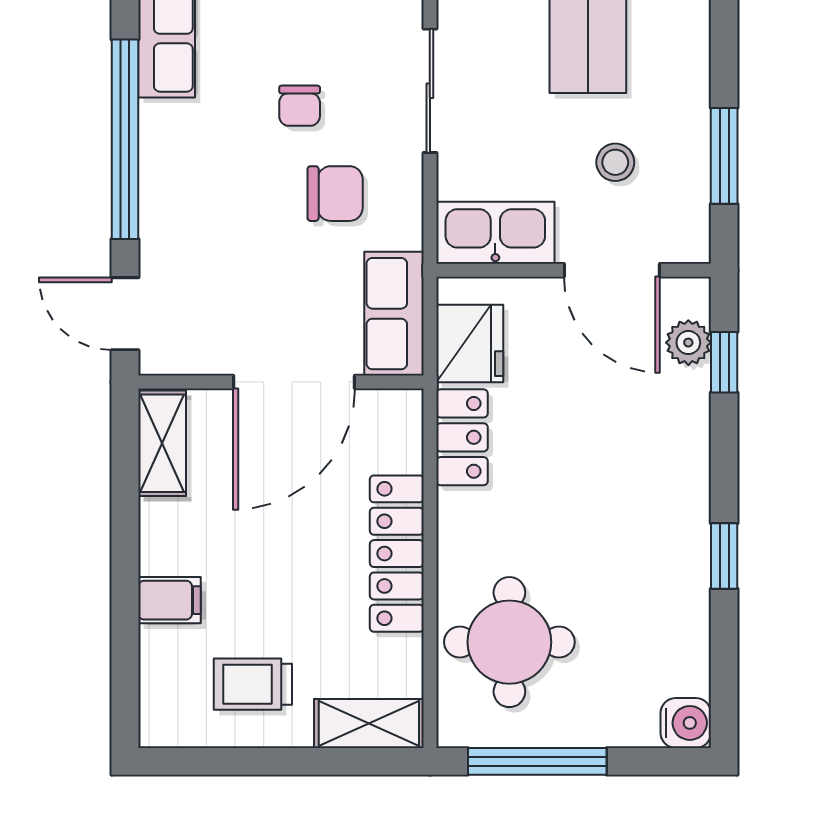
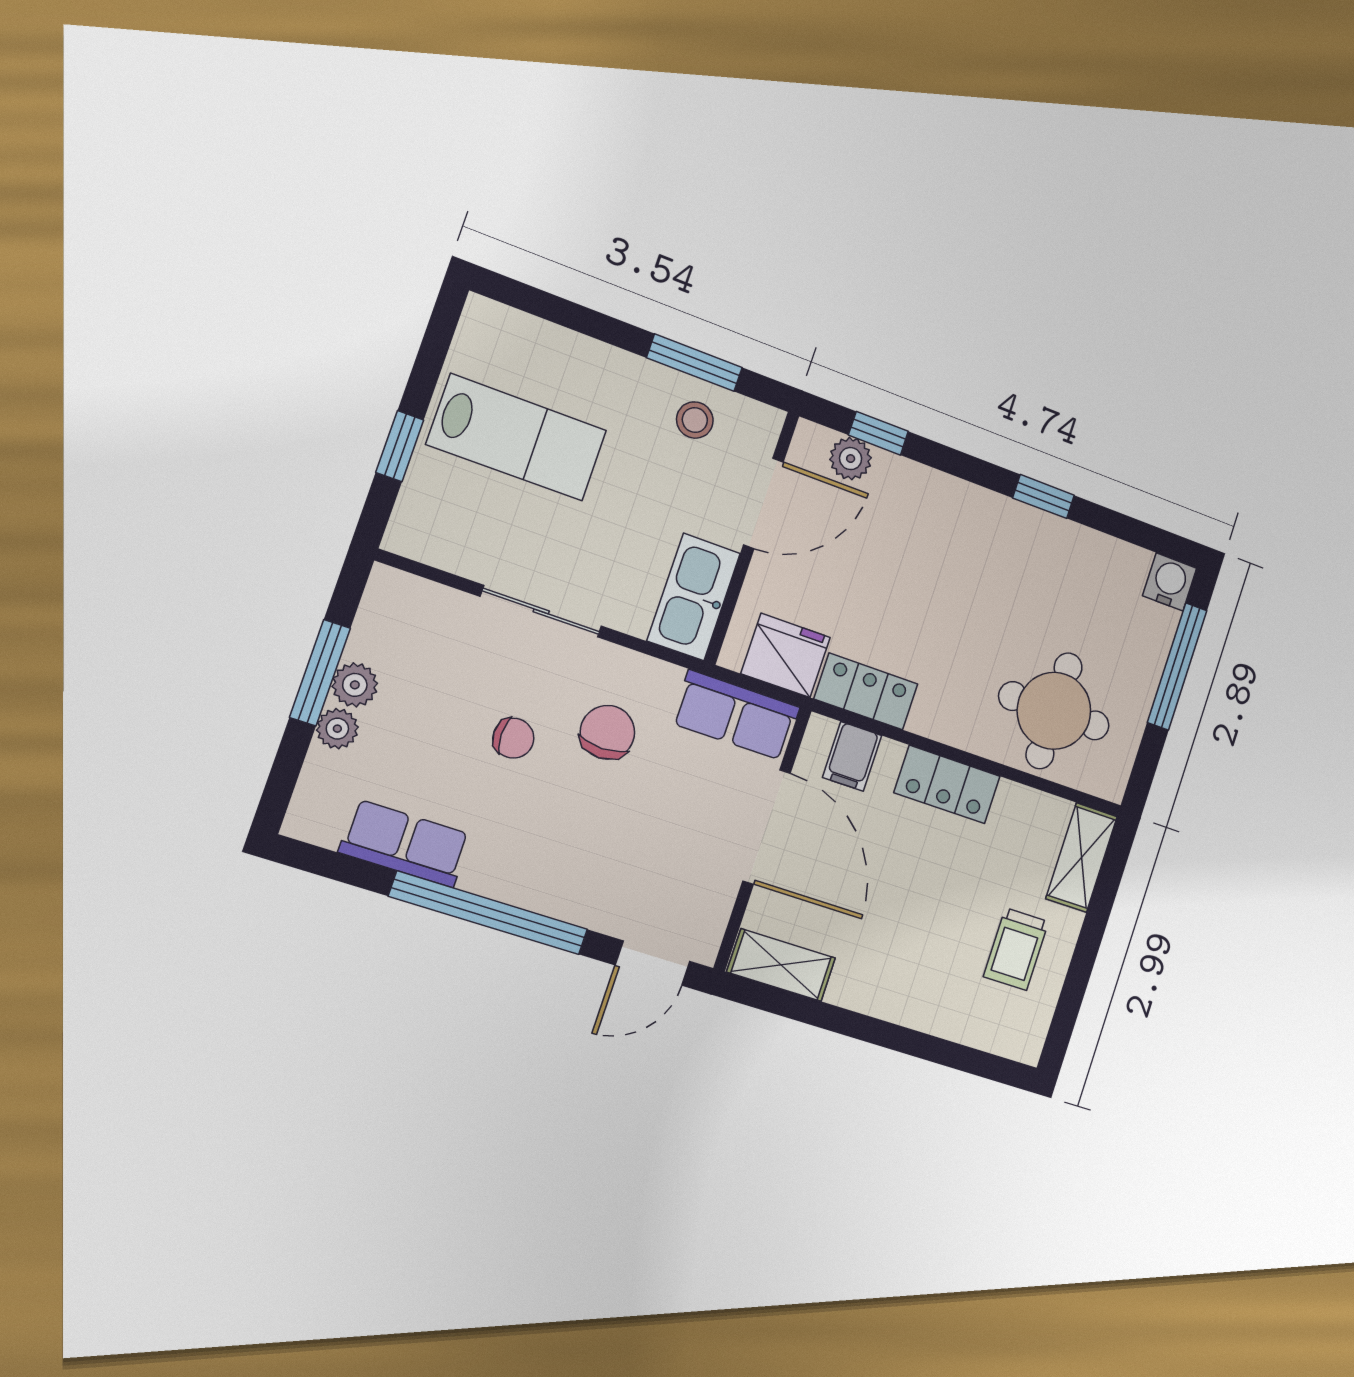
stool: (615, 162) -> (695, 420), moved
locker: (397, 554) -> (947, 784), width x0.66
filing cabinet: (169, 600) -> (852, 756), moved, turned 180
window: (537, 761) -> (1177, 666), moved

